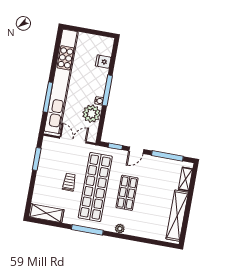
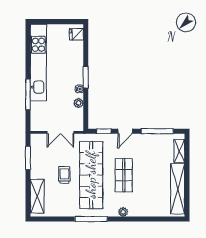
fridge: (103, 62) -> (76, 34), moved
kitchen unit: (61, 81) -> (38, 62), width x0.73
window: (107, 90) -> (86, 77), width x0.69
plant: (91, 114) -> (79, 103), width x0.53, depth x0.53
double door: (73, 140) -> (60, 132), swing flipped
shelving: (46, 213) -> (37, 196), moved, turned 90

